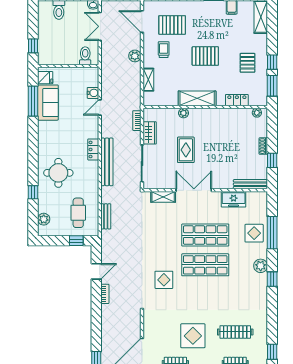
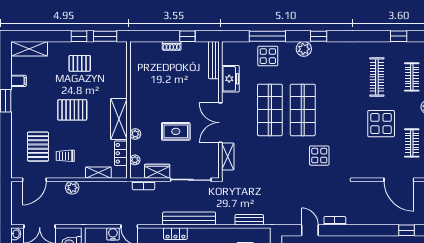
pallet: (205, 56) -> (72, 110), turned 90
locker: (237, 100) -> (121, 153), moved
plant: (257, 113) -> (135, 160), moved

